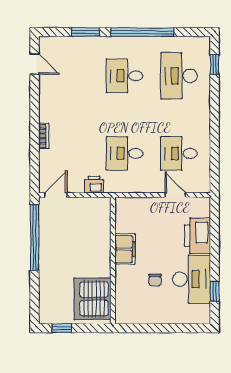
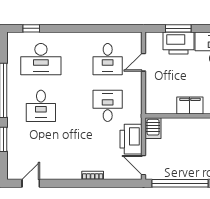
desk: (125, 153) -> (108, 106), turned 180
printer: (94, 185) -> (131, 139), width x1.87, depth x1.48
server rack: (99, 206) -> (153, 128), added
window: (215, 236) -> (178, 28), added

